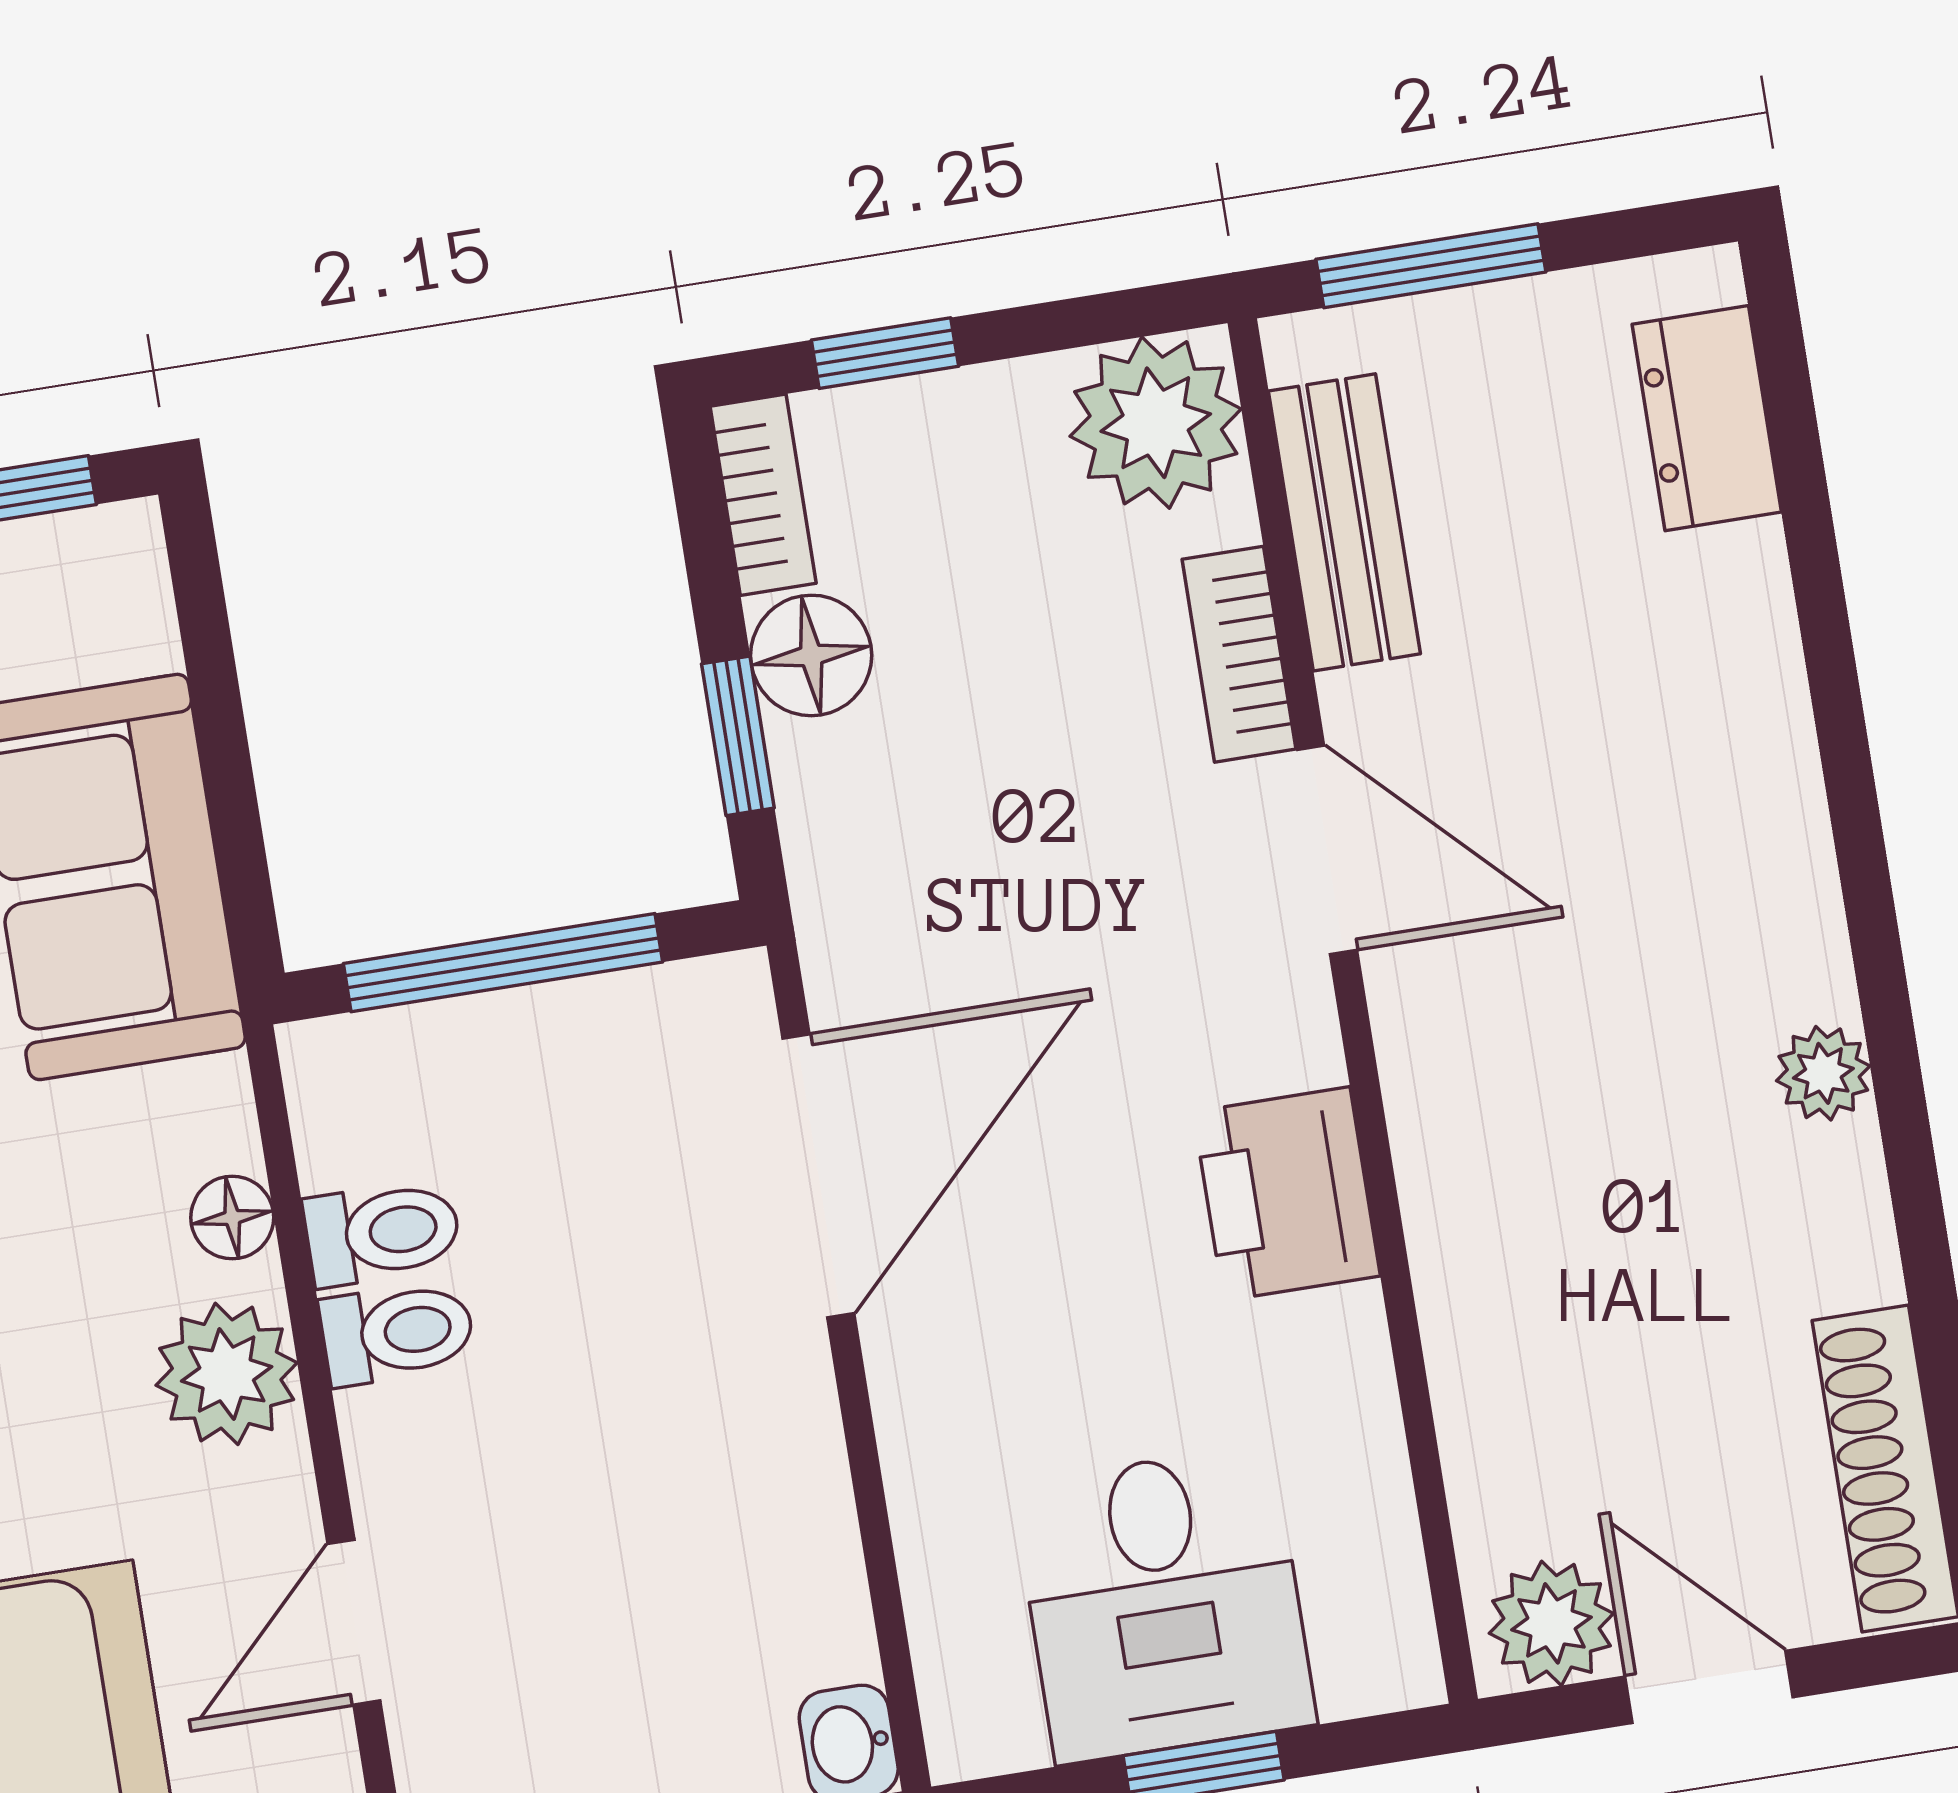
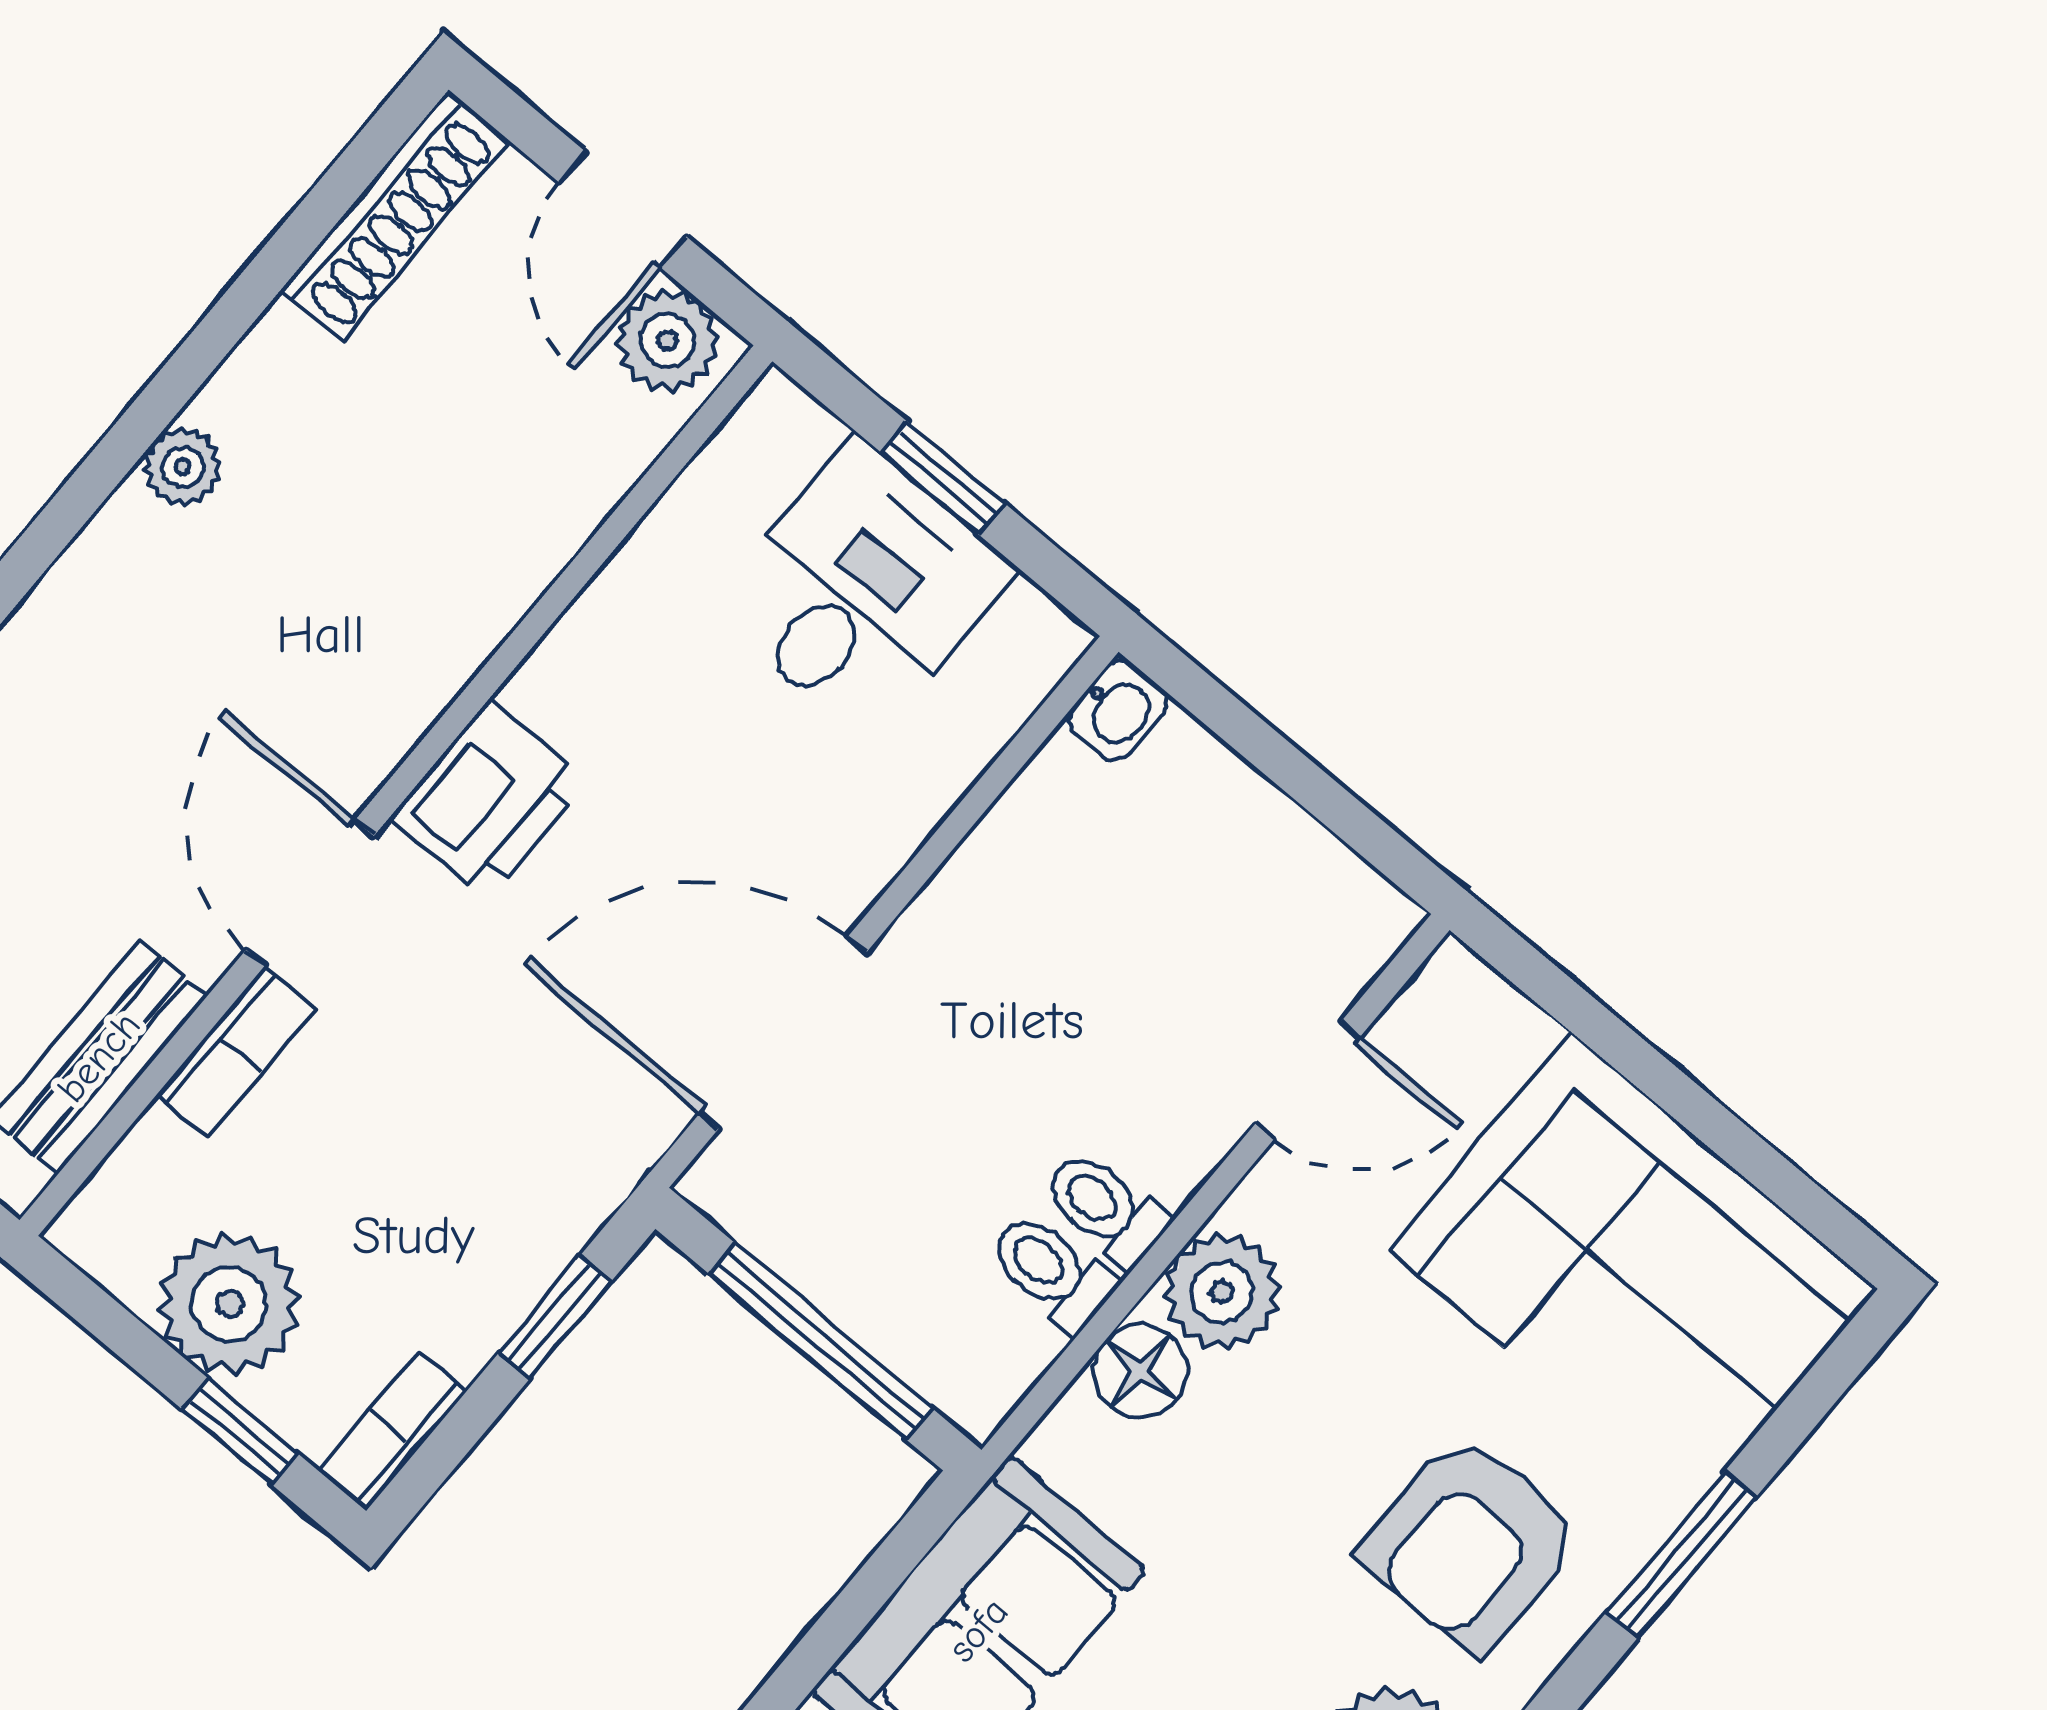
plant: (1156, 423) -> (229, 1304), moved
floor lamp: (811, 655) -> (466, 1315), removed
printer: (1287, 1194) -> (489, 800), moved
floor lamp: (232, 1217) -> (1140, 1371), width x1.37, depth x1.37

